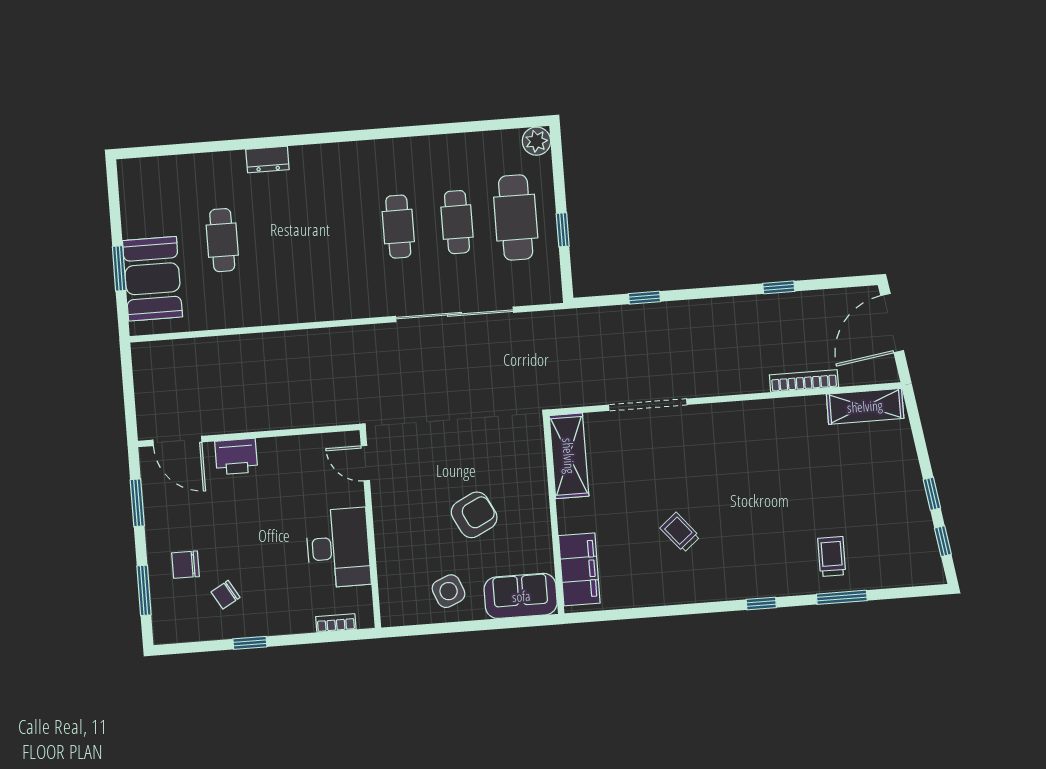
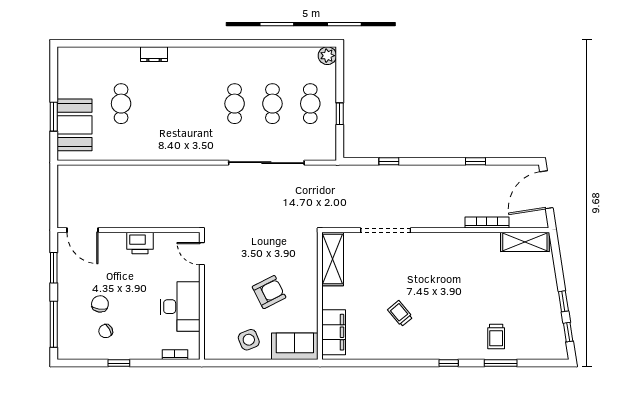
cafe table: (516, 218) -> (310, 104), width x0.73, depth x0.74
printer: (236, 457) -> (140, 243), moved
trolley: (832, 557) -> (496, 336), turned 180
chair: (185, 565) -> (100, 304), moved, turned 98
window: (144, 590) -> (54, 324), width x1.44

